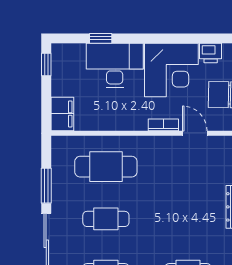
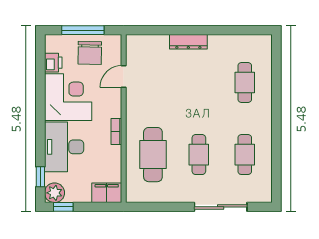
window: (101, 38) -> (40, 177), moved
plant: (62, 54) -> (54, 193), added
bookcase: (163, 125) -> (116, 132), moved
window: (46, 186) -> (170, 207), removed

